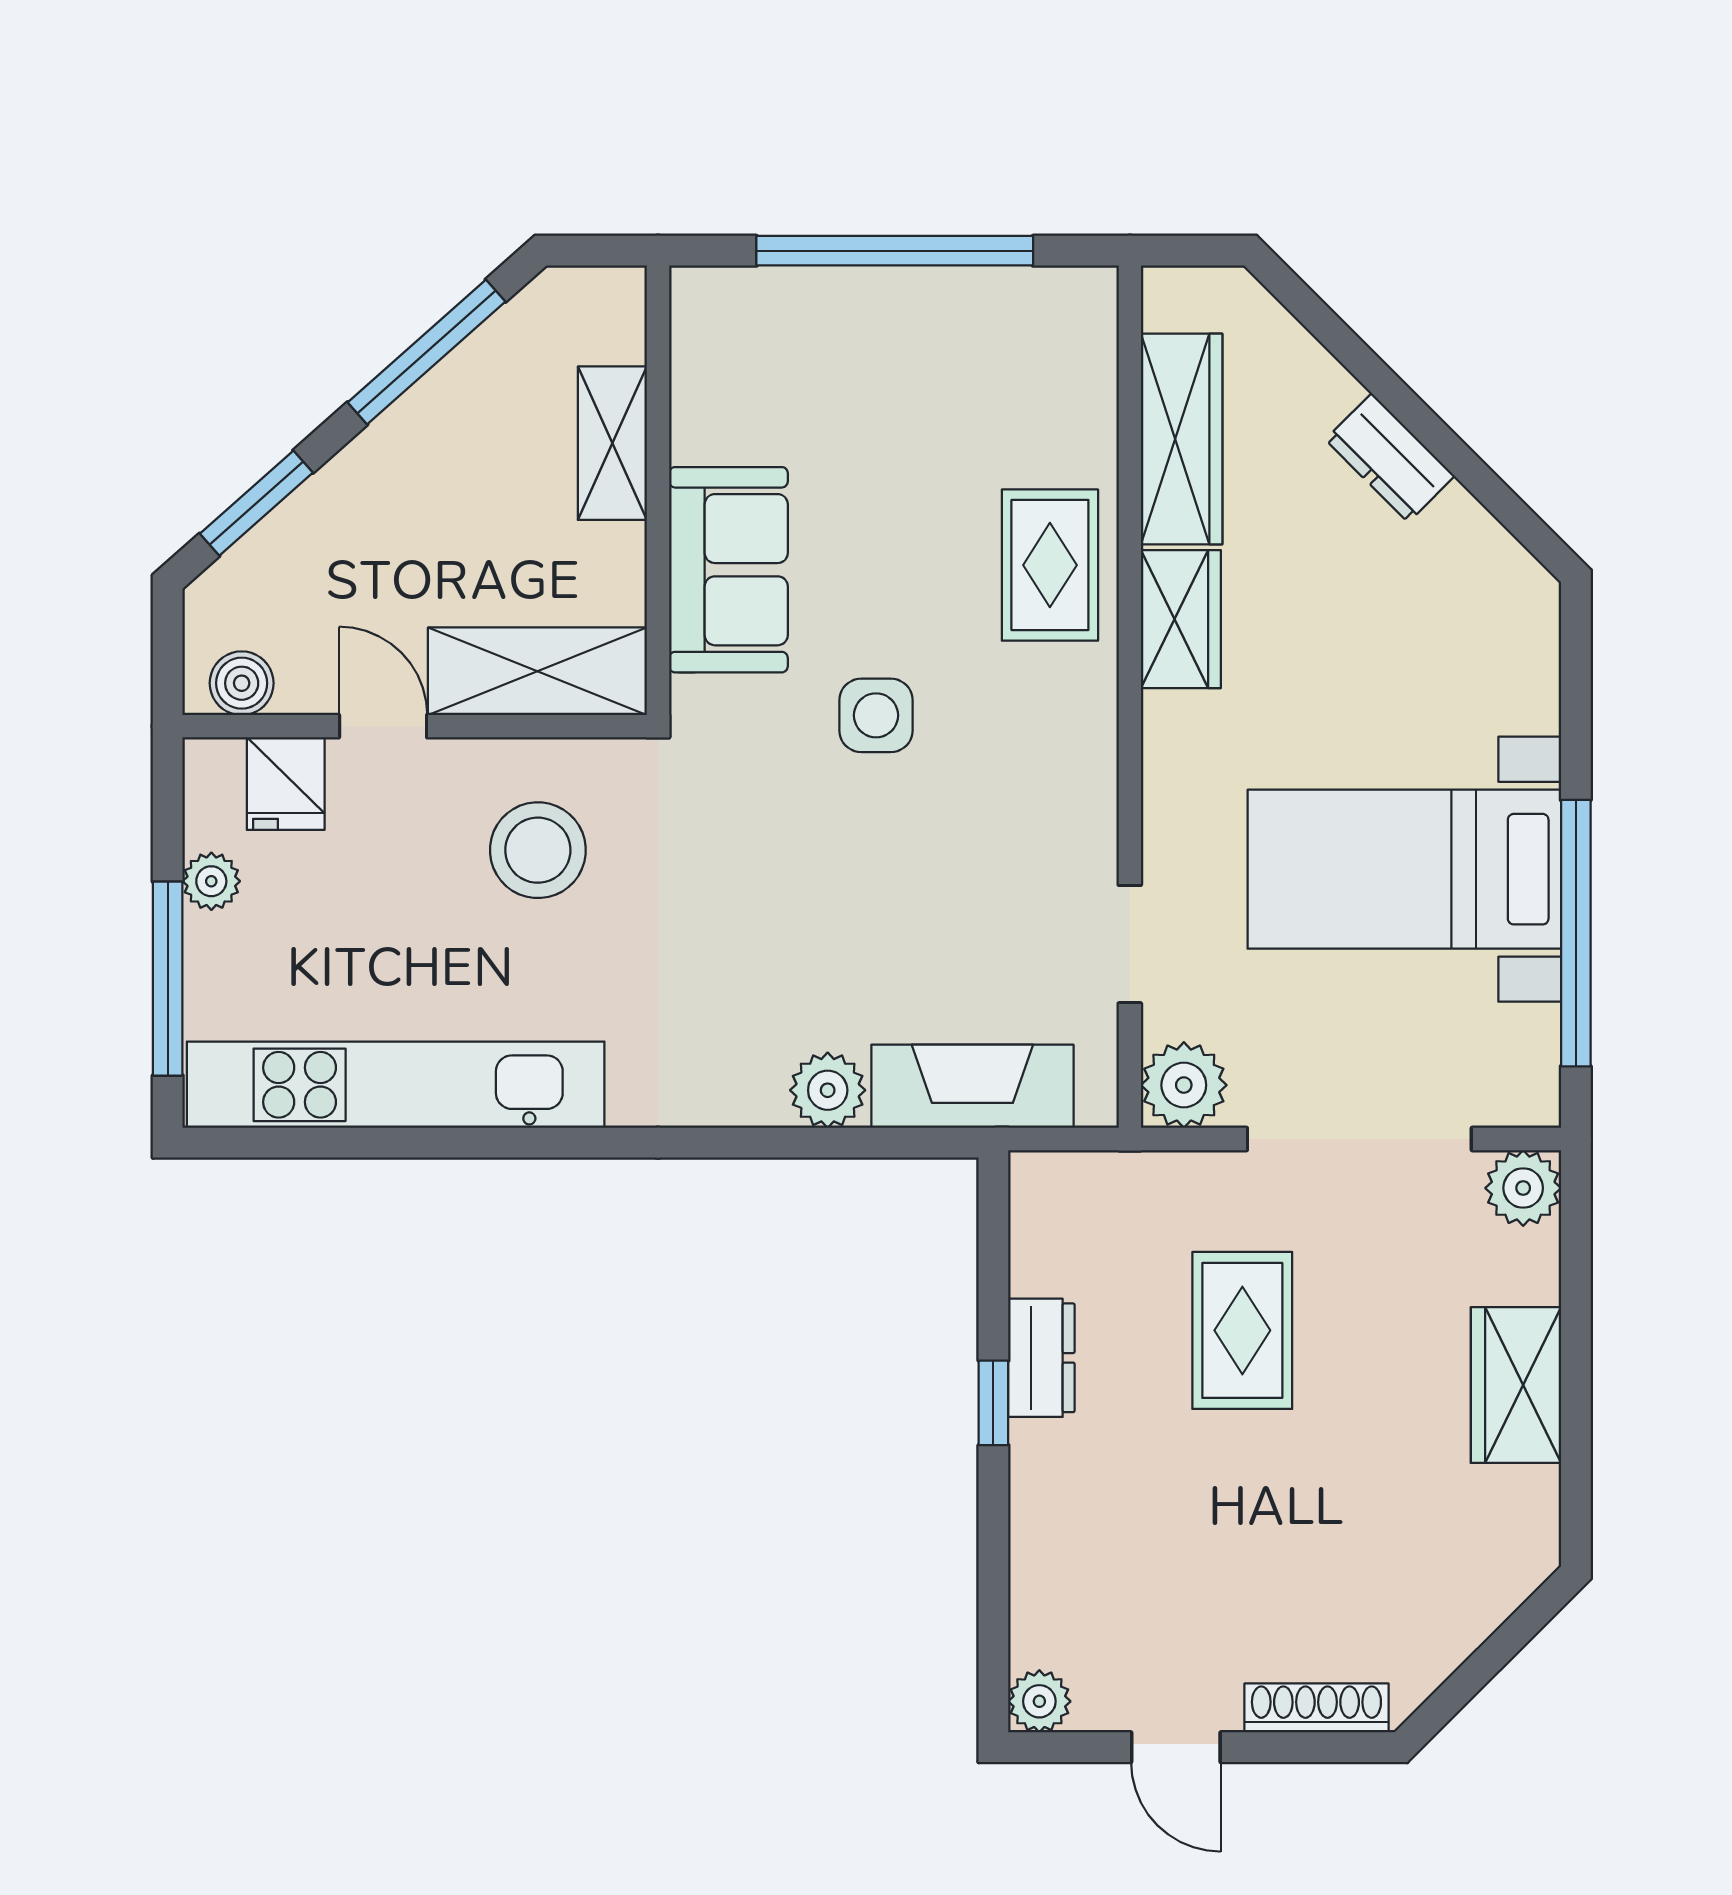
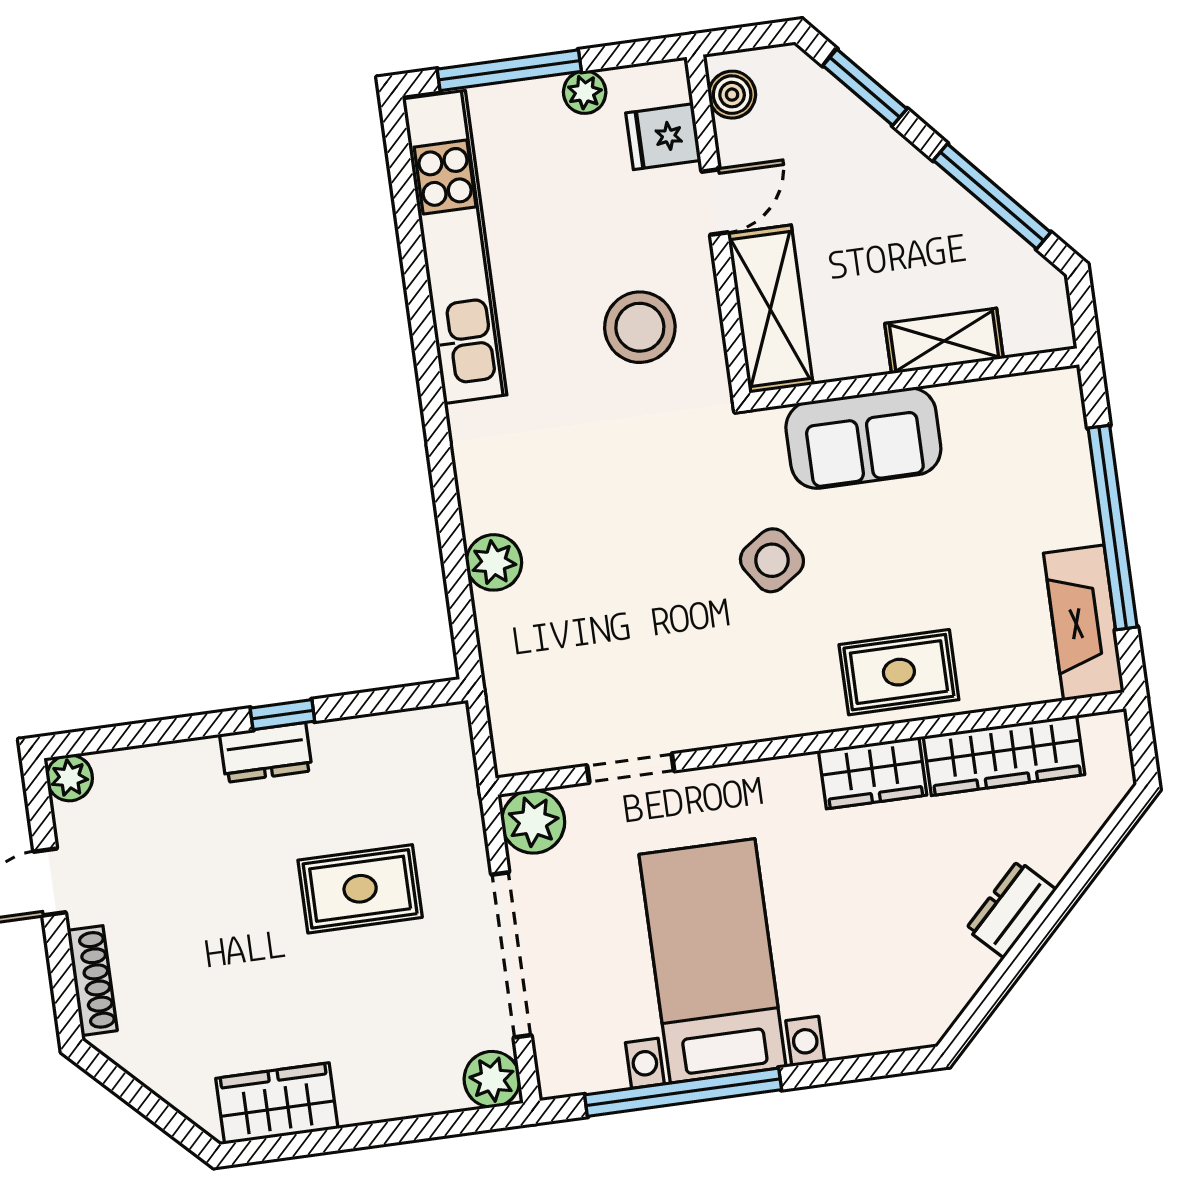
side table: (876, 715) -> (772, 560), turned -34
fireplace: (972, 1086) -> (1084, 623), moved, turned 180
dresser: (1041, 1358) -> (266, 752), moved
wardrobe: (1516, 1385) -> (277, 1103), moved

